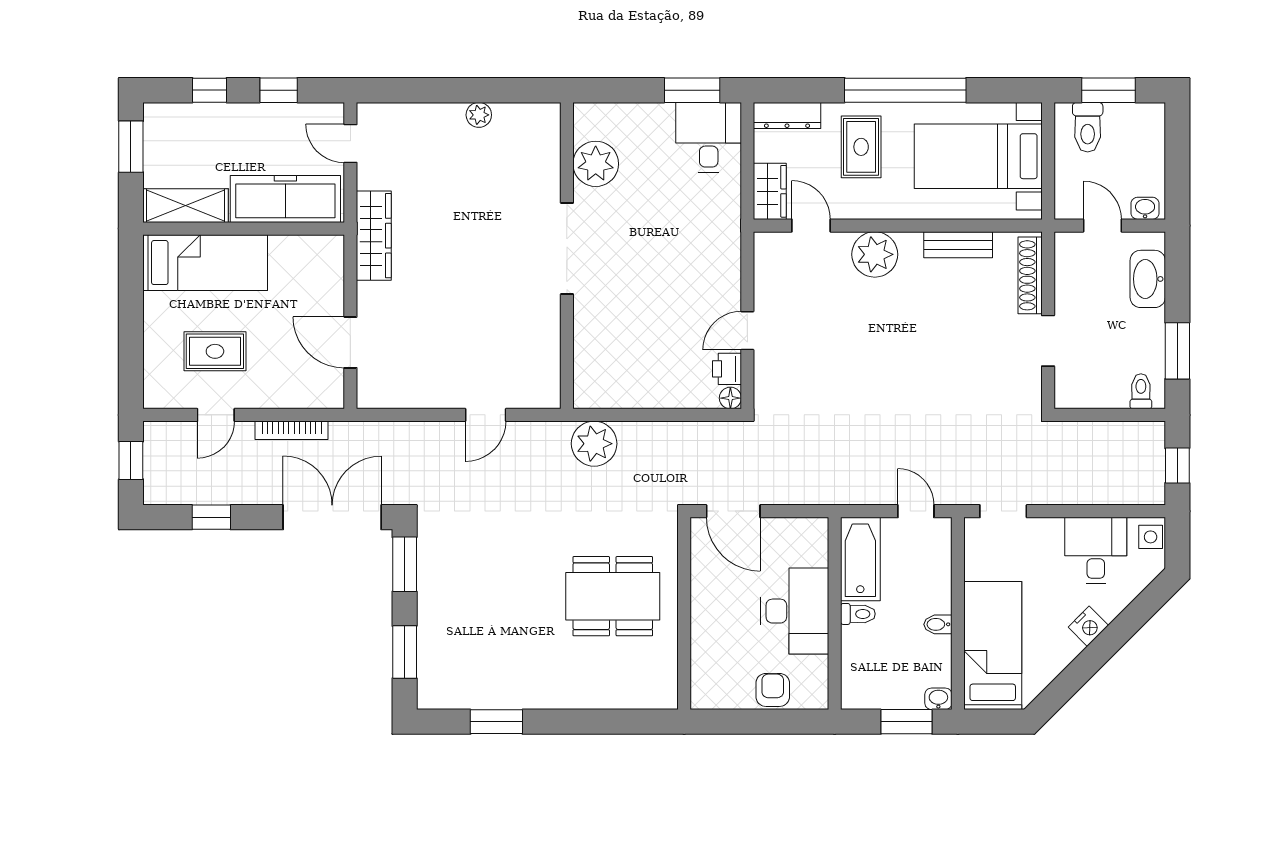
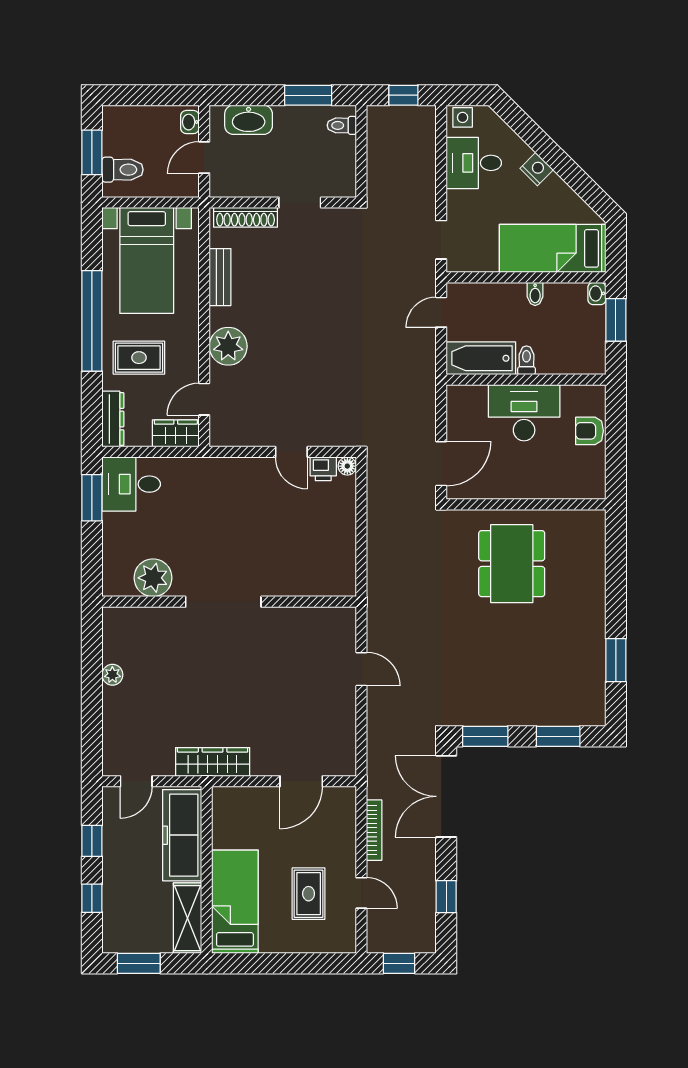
plant: (594, 444) -> (385, 579), removed

